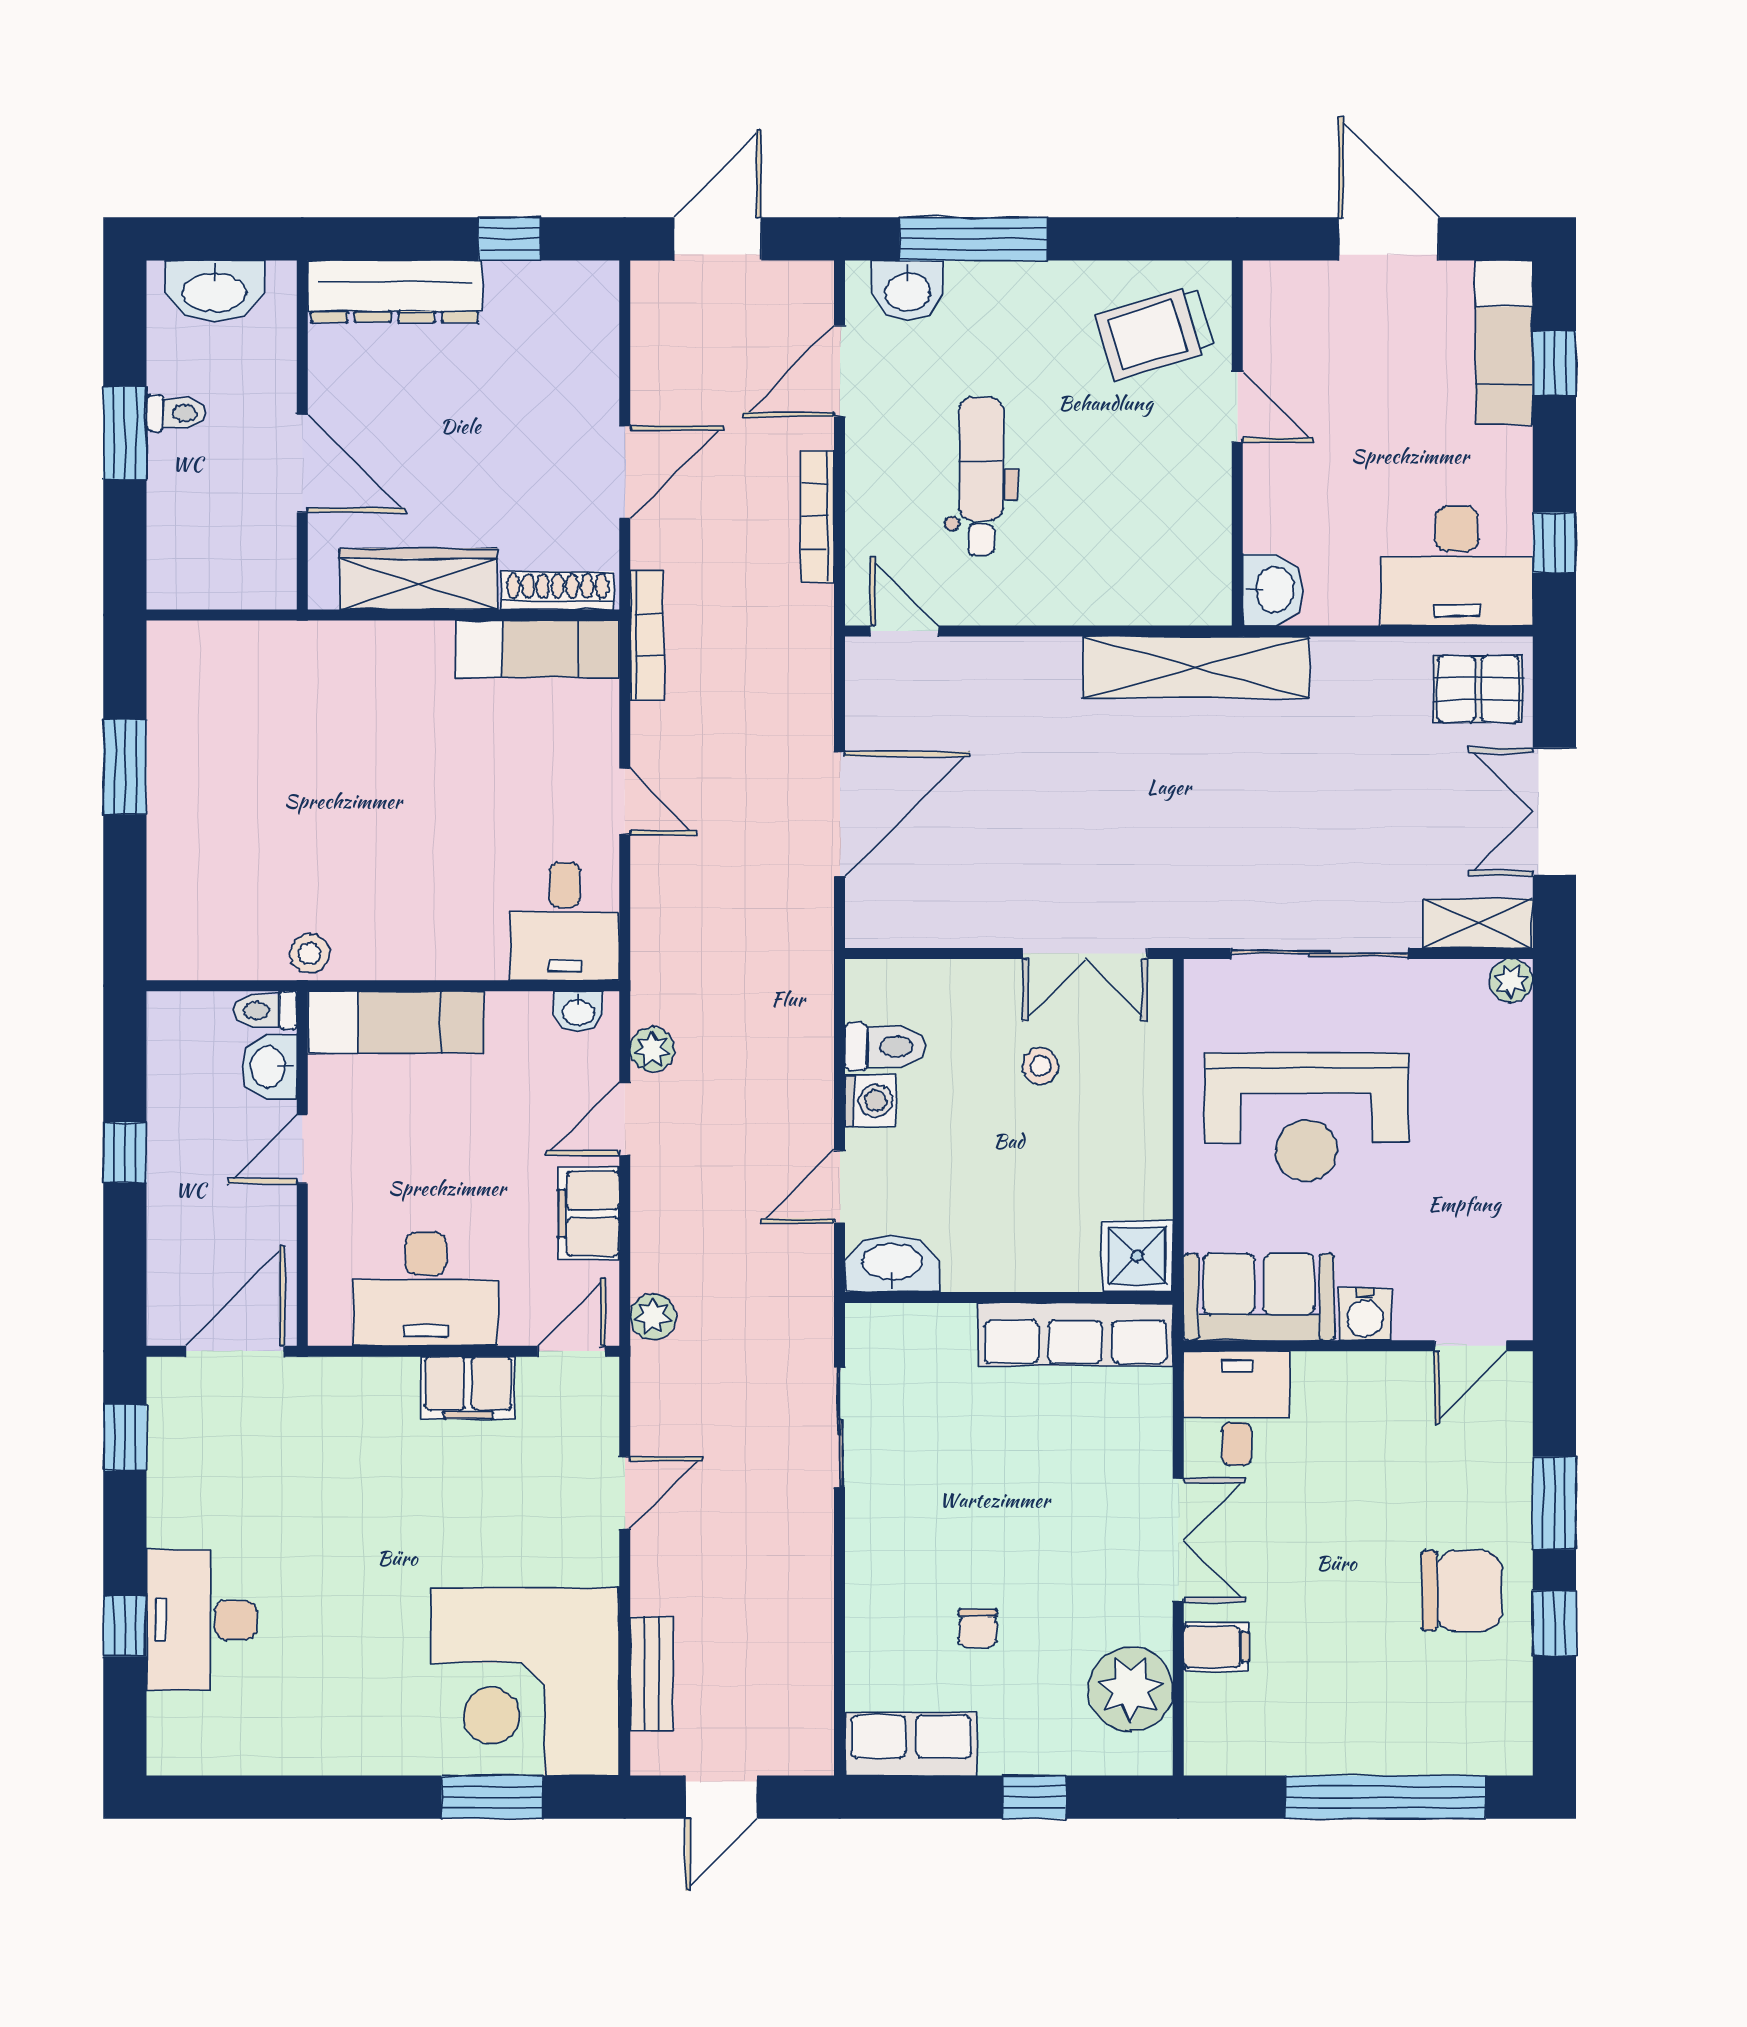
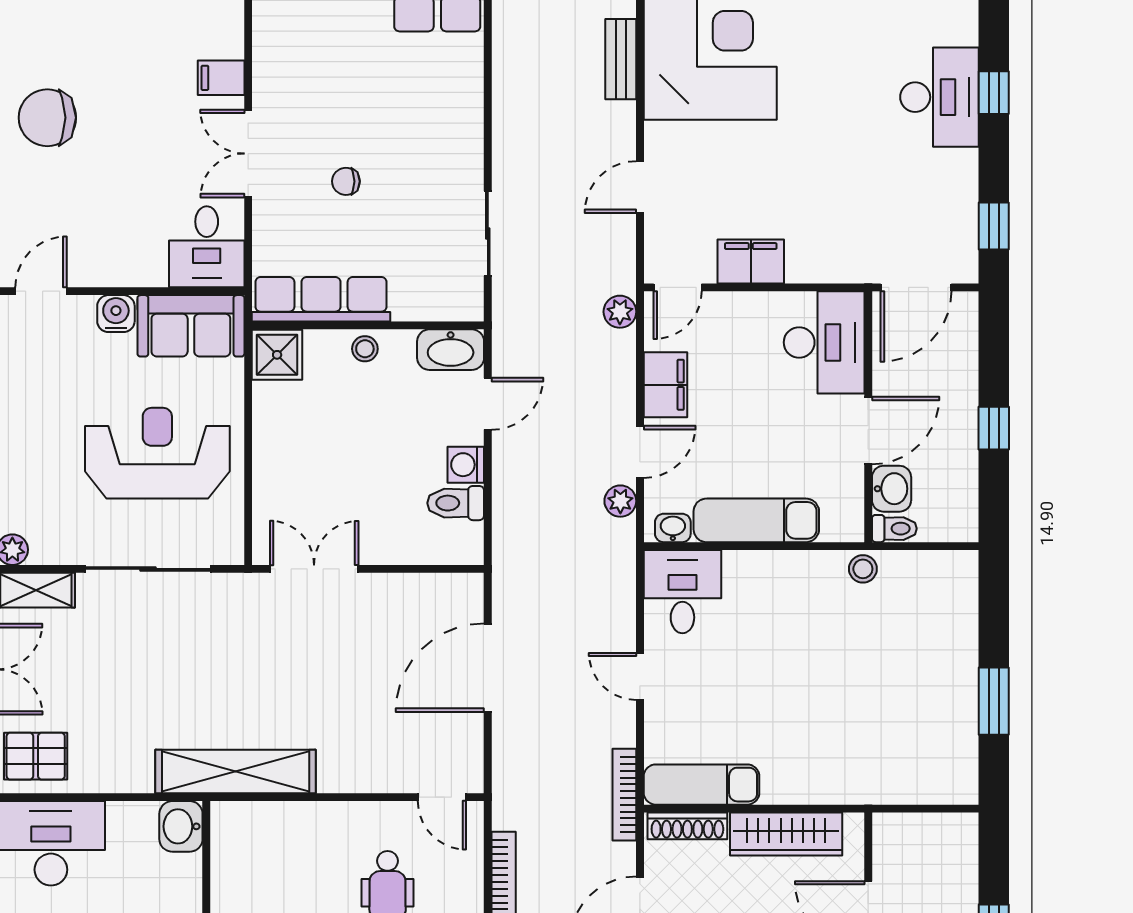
exam couch: (396, 1022) -> (756, 520), moved
stool: (1040, 1066) -> (365, 349), moved
door: (302, 1149) -> (868, 430), width x1.38
desk: (426, 1289) -> (824, 342), moved, turned 90
chair: (978, 1628) -> (346, 181), moved, turned -90
plant: (1131, 1689) -> (282, 48), removed

